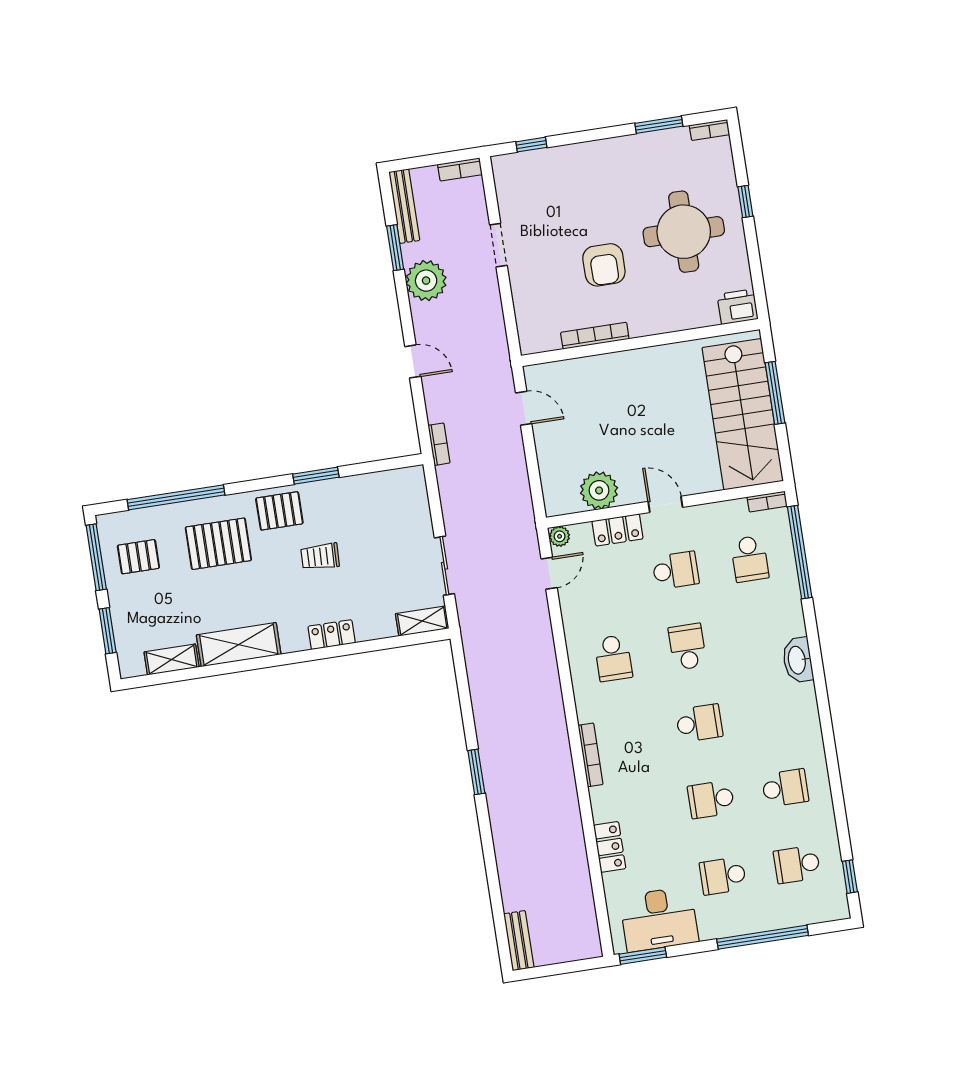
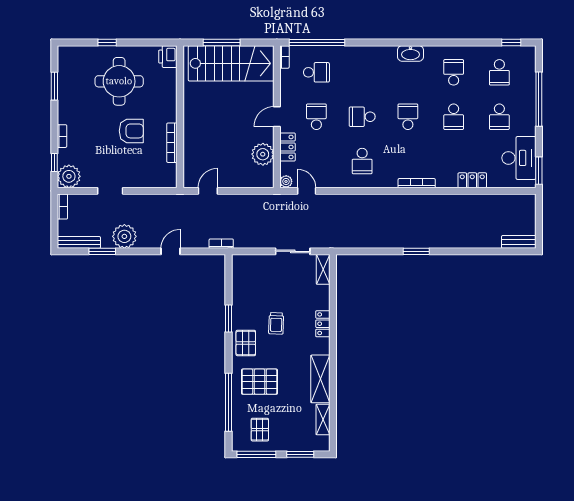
bookcase: (709, 130) -> (62, 136), moved
plant: (512, 172) -> (69, 176), added
pallet: (218, 544) -> (259, 382), turned 90
school desk: (613, 658) -> (362, 161), turned 90
washbasin: (798, 660) -> (410, 53), moved

